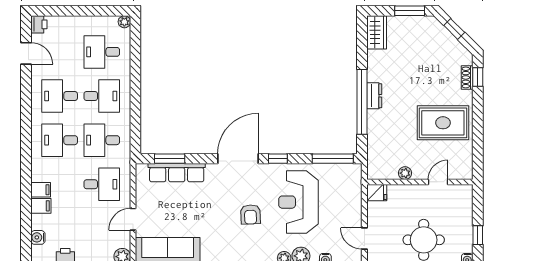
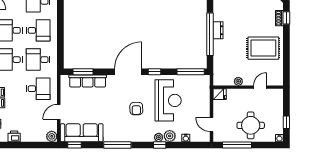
reception desk: (299, 202) -> (168, 100), turned 180

